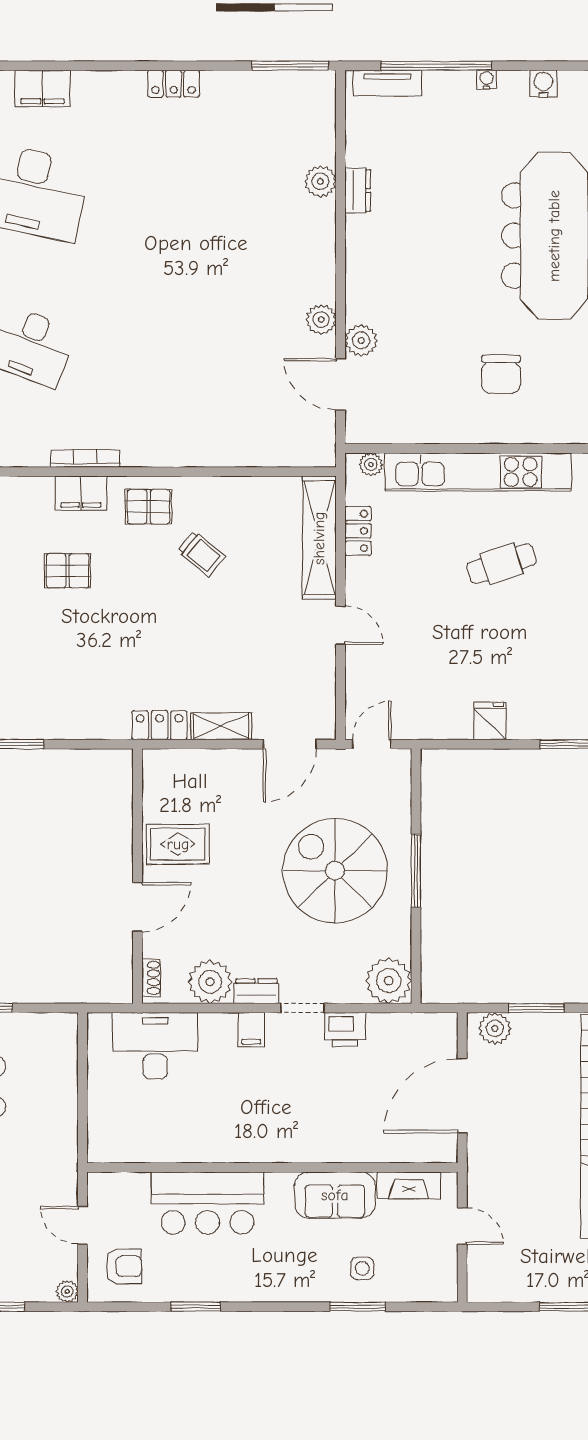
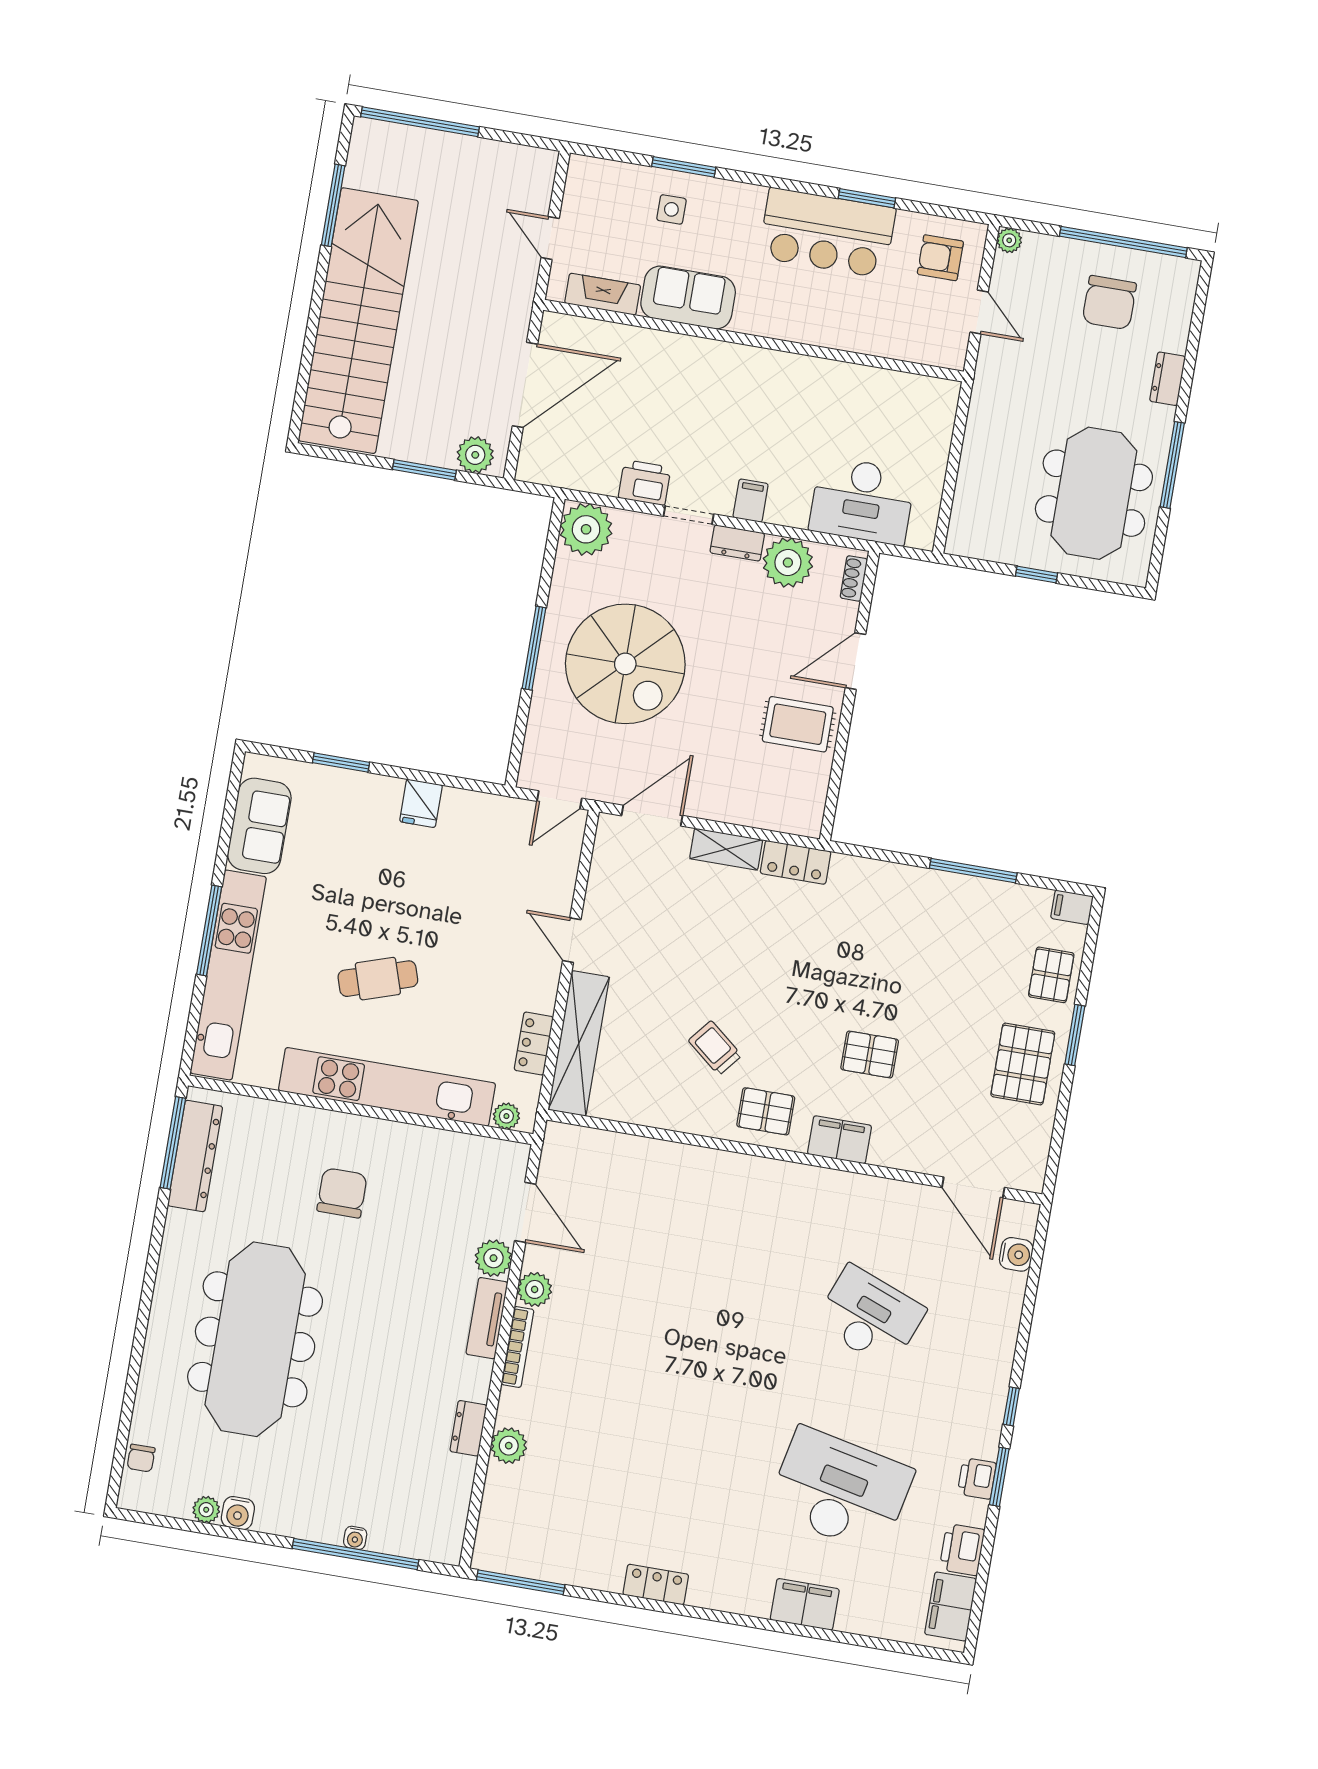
water cooler: (486, 80) -> (355, 1538), moved
plant: (571, 82) -> (206, 1510), added
tv unit: (387, 83) -> (487, 1318), moved, turned -90
bookcase: (85, 458) -> (518, 1347), moved, turned -90
bar counter: (207, 1203) -> (827, 233), moved, turned 180

